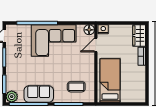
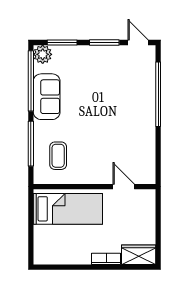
nightstand: (103, 29) -> (148, 198), removed
floor lamp: (89, 30) -> (148, 176), removed
corner sofa: (54, 41) -> (131, 120), removed

